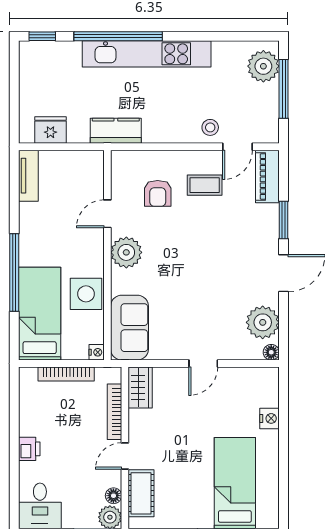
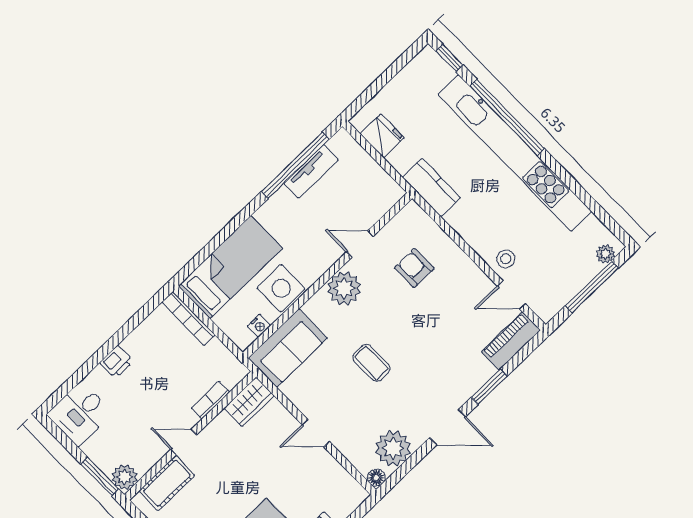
kitchen unit: (147, 54) -> (515, 153), width x1.36
plant: (263, 66) -> (606, 254), width x0.53, depth x0.53
tv unit: (28, 176) -> (311, 171), moved
coffee table: (205, 185) -> (371, 363), moved
armchair: (158, 193) -> (414, 268), turned 90
window: (14, 273) -> (295, 165), moved
nightstand: (97, 352) -> (259, 326), moved
bookcase: (66, 374) -> (188, 319), moved
bookcase: (114, 412) -> (210, 400), width x0.64
floor lamp: (113, 496) -> (144, 463), removed

